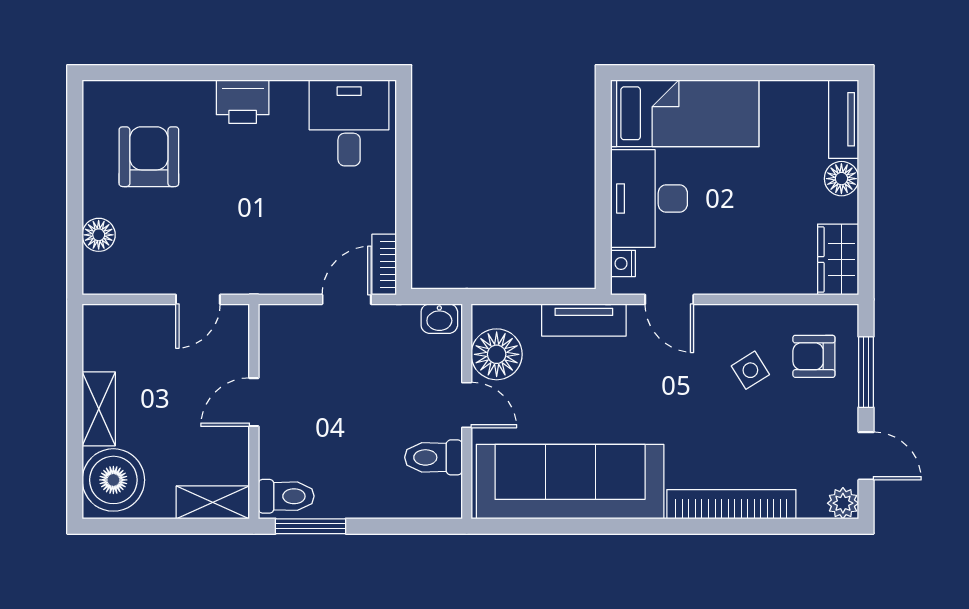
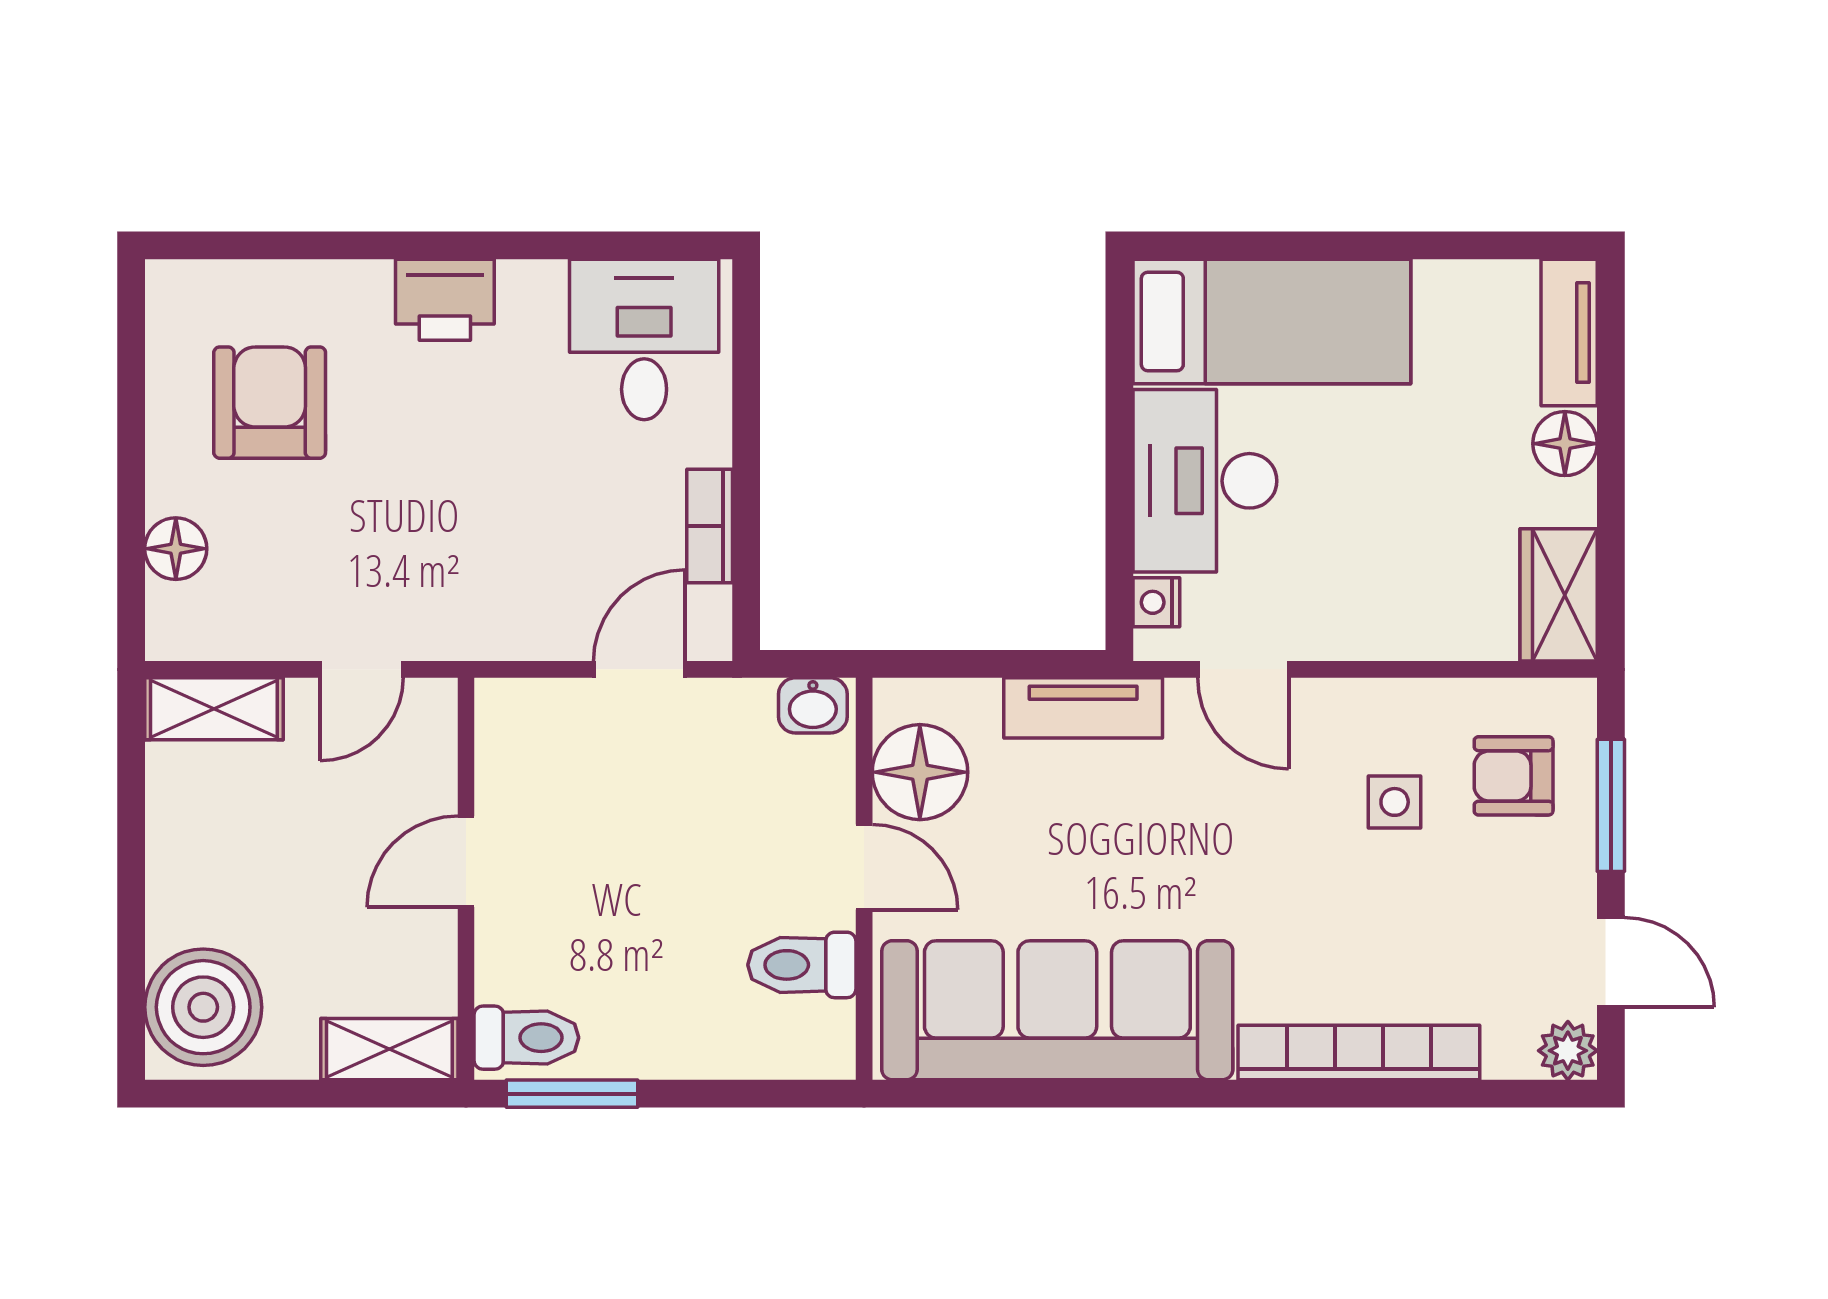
bookcase: (384, 265) -> (710, 526), moved
side table: (750, 370) -> (1395, 802), turned 32
shelving: (99, 409) -> (214, 709), moved, turned 90

